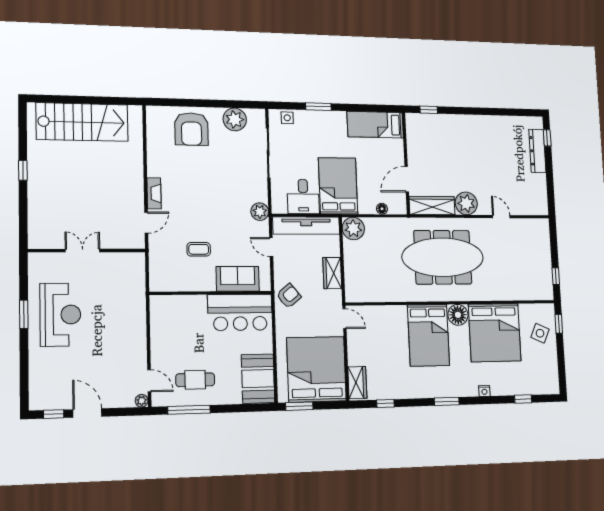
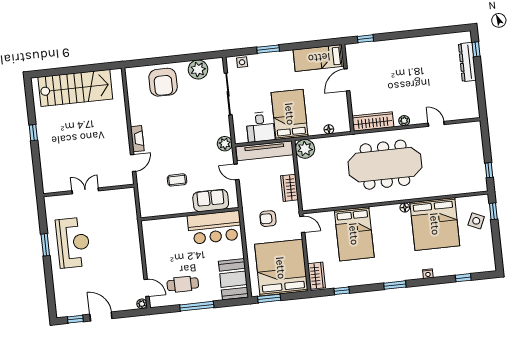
door: (407, 179) -> (347, 80), moved
plant: (466, 203) -> (404, 121), width x0.53, depth x0.53
armchair: (289, 296) -> (268, 219), moved, turned -140
floor lamp: (458, 315) -> (405, 207), width x0.53, depth x0.53
bed: (428, 335) -> (354, 234), moved
window: (189, 410) -> (197, 306), moved

